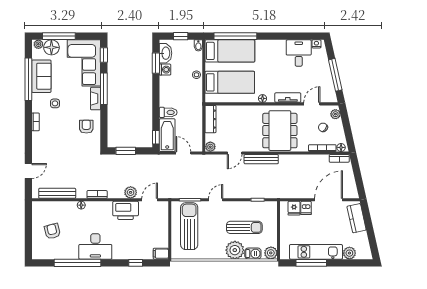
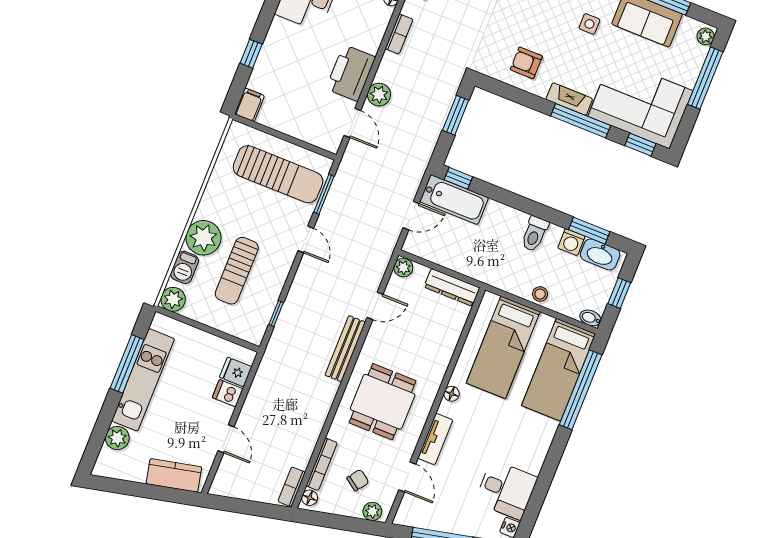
floor lamp: (51, 47) -> (691, 57), removed
toilet: (168, 112) -> (535, 234), moved
armchair: (86, 127) -> (526, 63), turned 180
dining table: (280, 131) -> (383, 402), width x0.73
door: (235, 153) -> (375, 306), swing flipped
door: (329, 200) -> (226, 439), width x0.53

